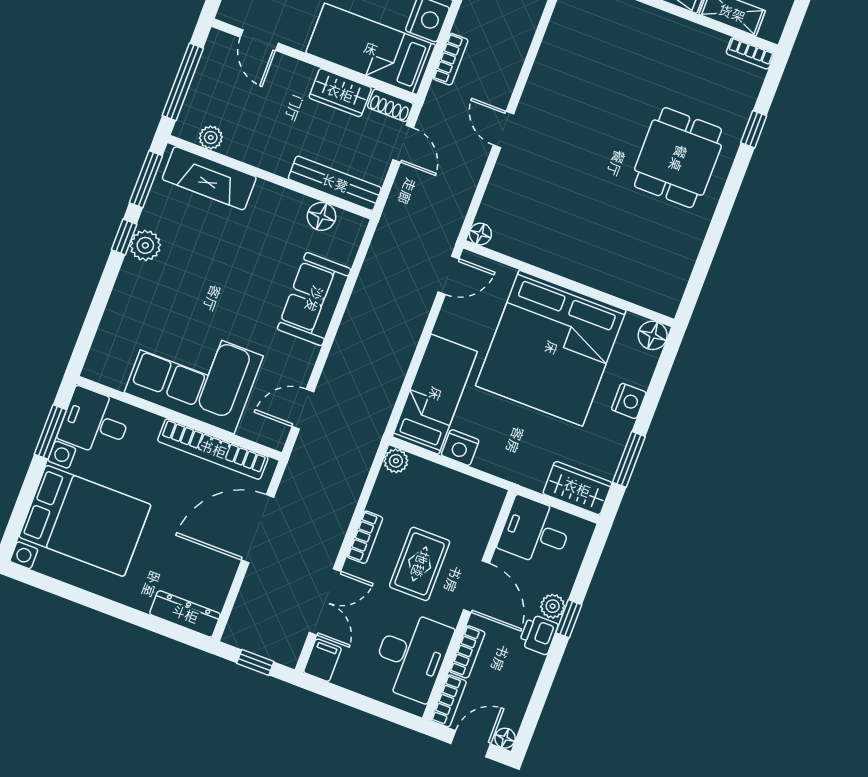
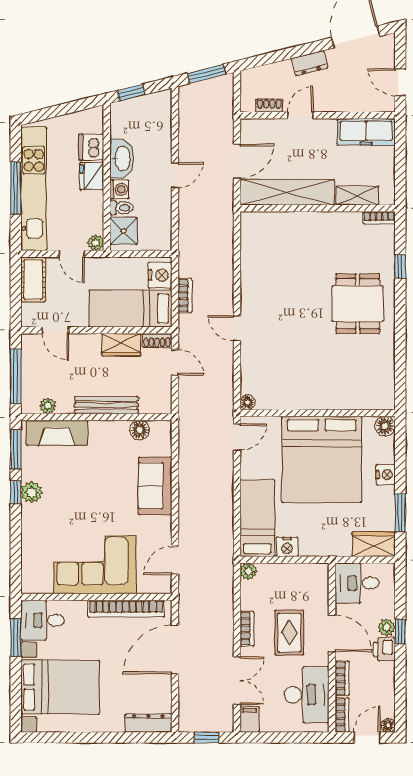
bench: (335, 183) -> (106, 405), moved

